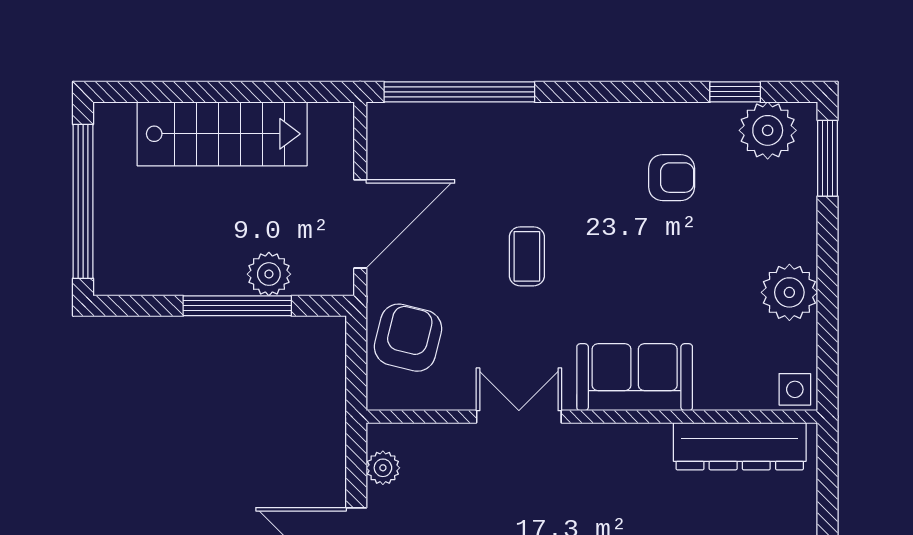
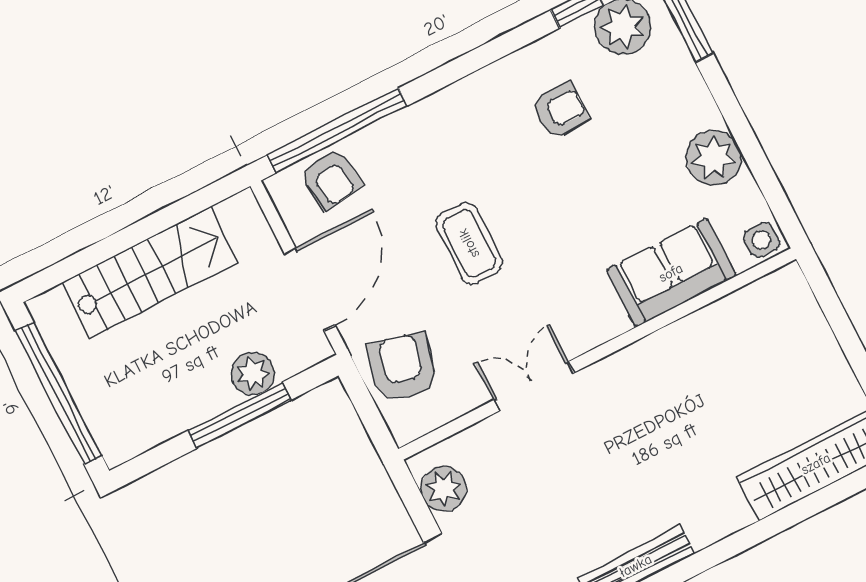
armchair: (431, 133) -> (331, 179), added
coffee table: (527, 256) -> (469, 243), width x1.36, depth x1.30
sofa: (635, 377) -> (671, 273), moved
dresser: (740, 446) -> (739, 314), removed
plant: (383, 468) -> (444, 489), width x1.38, depth x1.38

